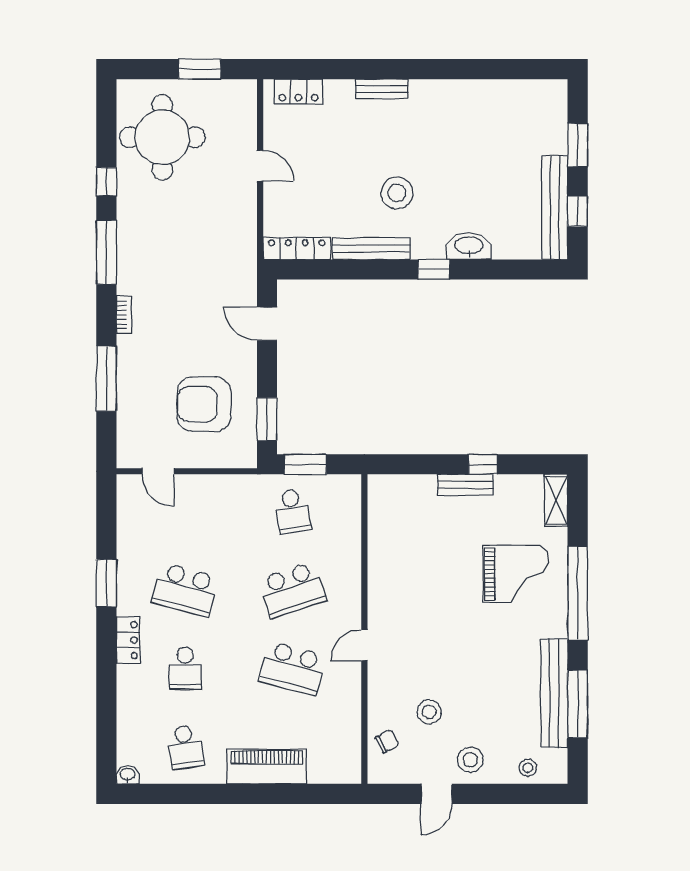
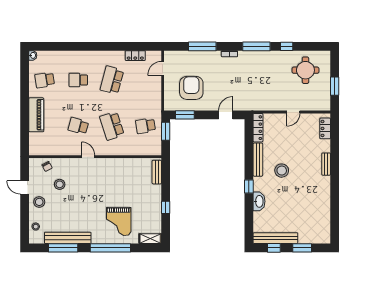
round table: (162, 137) -> (305, 70), width x0.73, depth x0.73
bench: (465, 485) -> (157, 172), moved
window: (106, 583) -> (115, 46), removed
locker: (128, 640) -> (135, 56), moved
school desk: (292, 668) -> (78, 126), width x0.54

